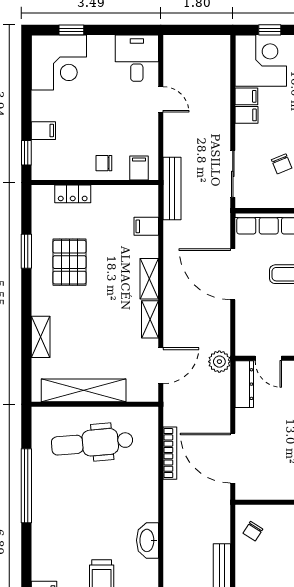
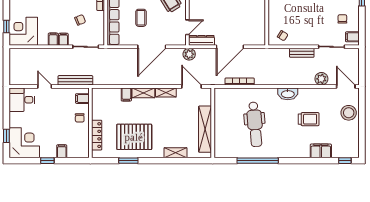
filing cabinet: (246, 96) -> (63, 39), moved
door: (161, 99) -> (45, 86), hinge flipped
window: (26, 153) -> (47, 161), moved
bench: (172, 189) -> (75, 80), moved
locker: (73, 194) -> (97, 135), width x1.53
filing cabinet: (146, 226) -> (126, 95), moved
pallet: (69, 262) -> (134, 137), width x1.37, depth x1.41
door: (233, 274) -> (152, 47), moved
dental chair: (92, 443) -> (255, 124), moved
door: (233, 458) -> (230, 47), moved

